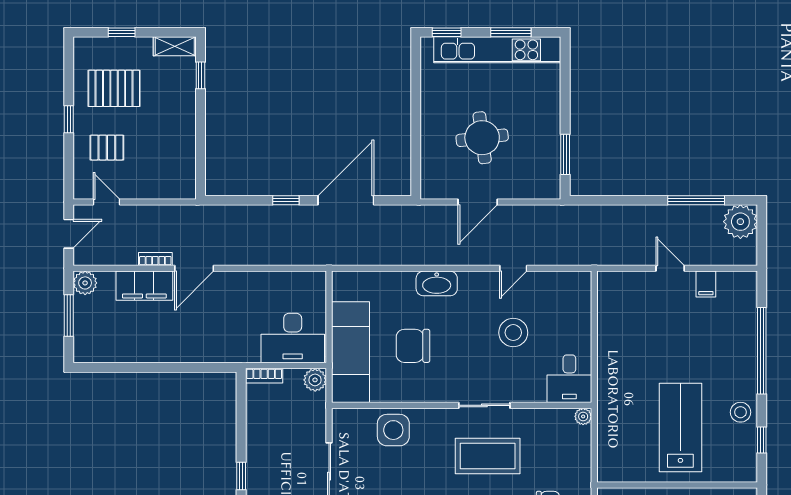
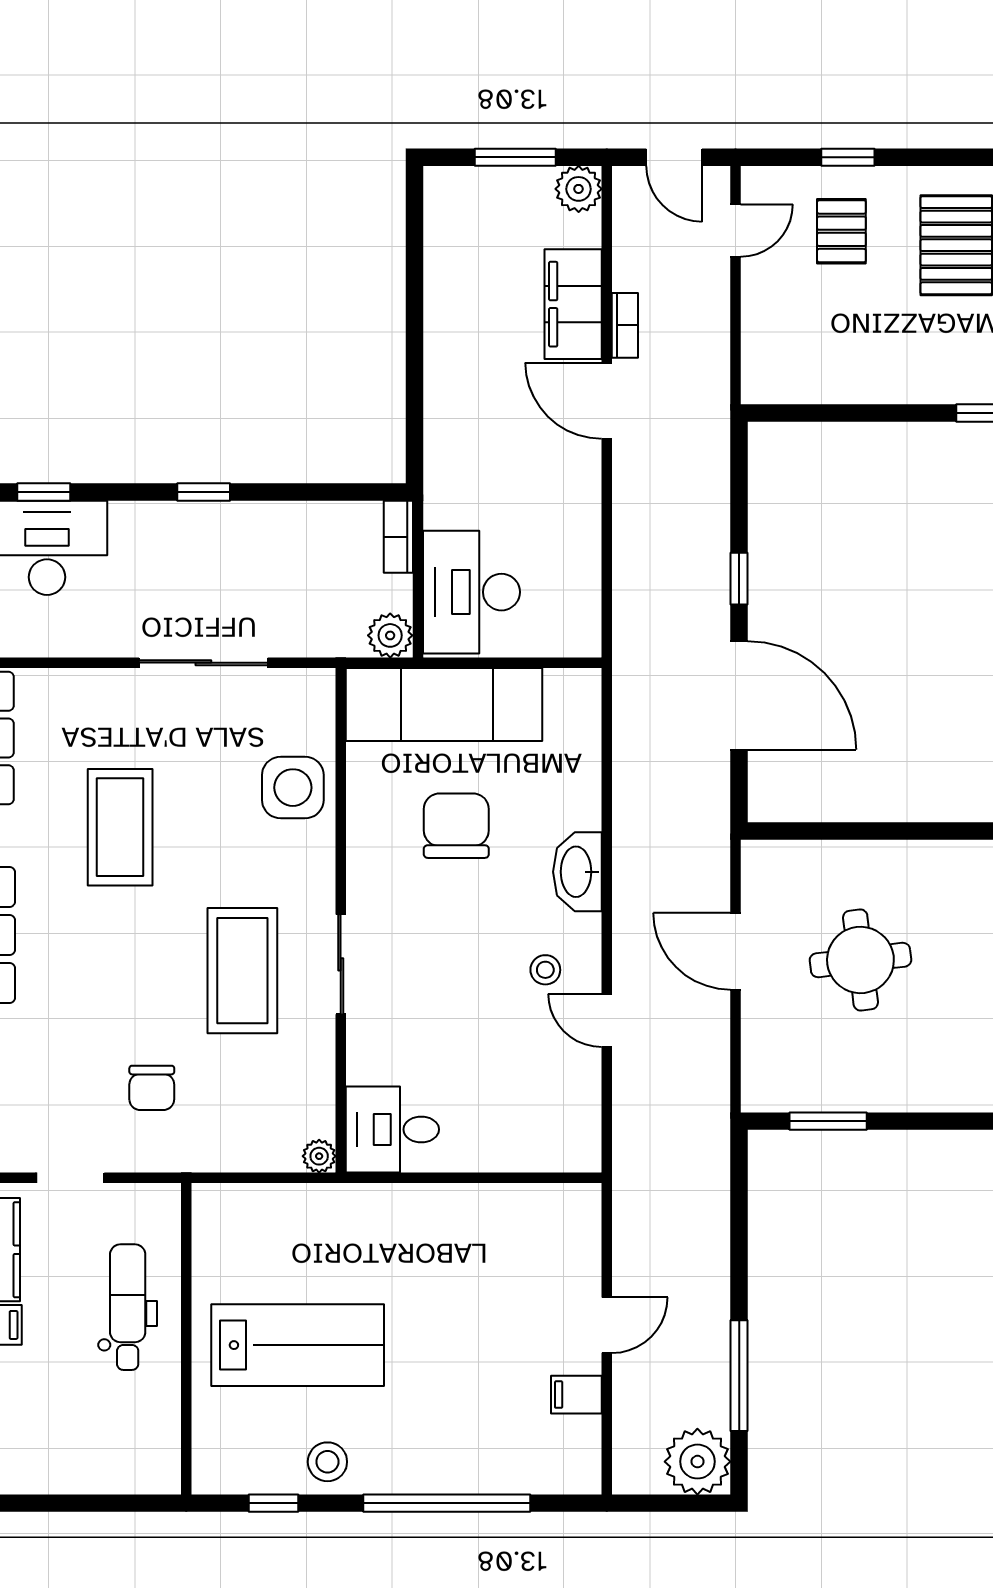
window: (69, 119) -> (848, 157), moved
stool: (513, 333) -> (545, 970), moved, width x0.53, depth x0.53

